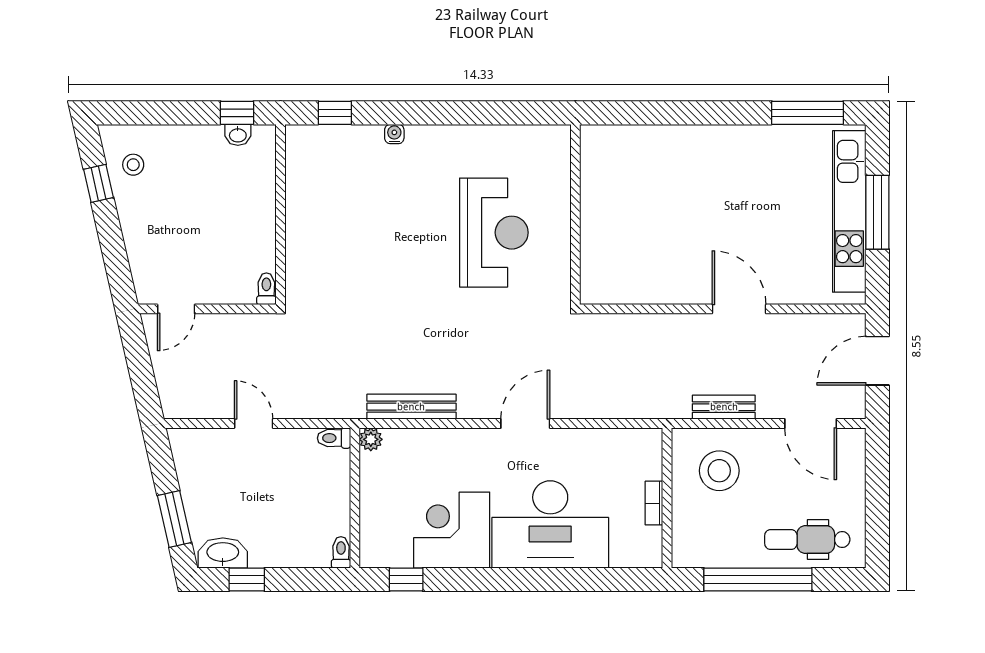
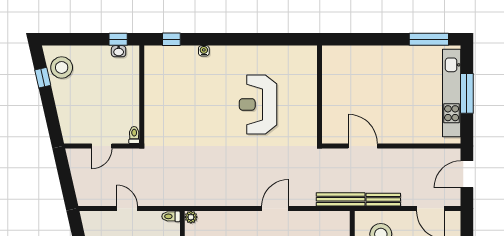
stool: (133, 165) -> (62, 67), width x1.89, depth x1.89
wall: (575, 214) -> (320, 95), moved
reception desk: (494, 233) -> (258, 104), turned 180
door: (176, 309) -> (102, 146), moved
door: (739, 309) -> (363, 146), moved
bench: (411, 407) -> (341, 199), moved

